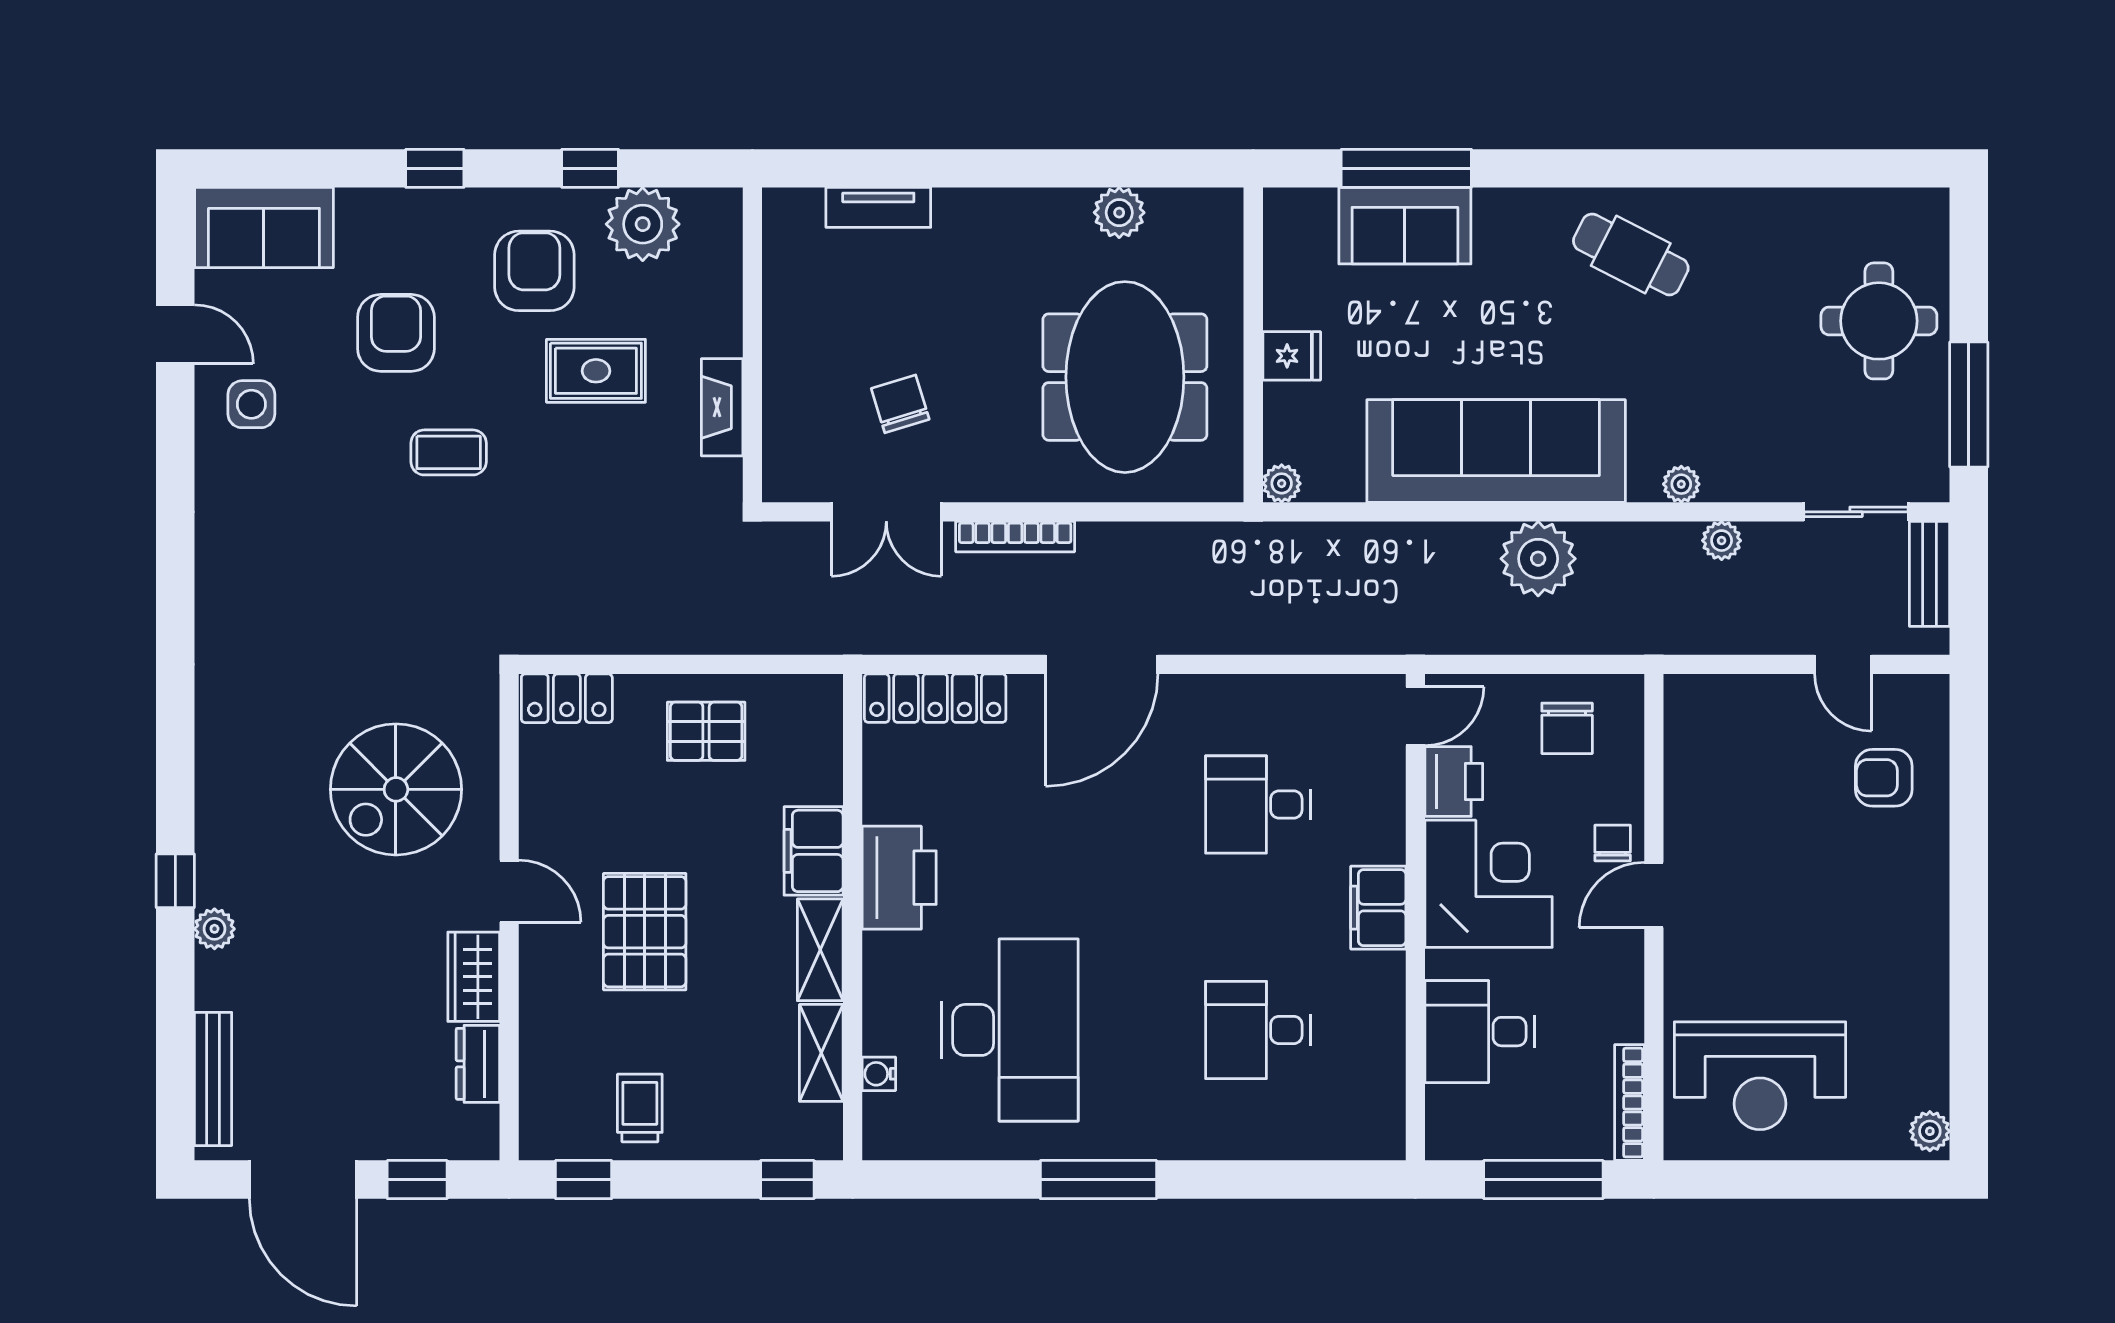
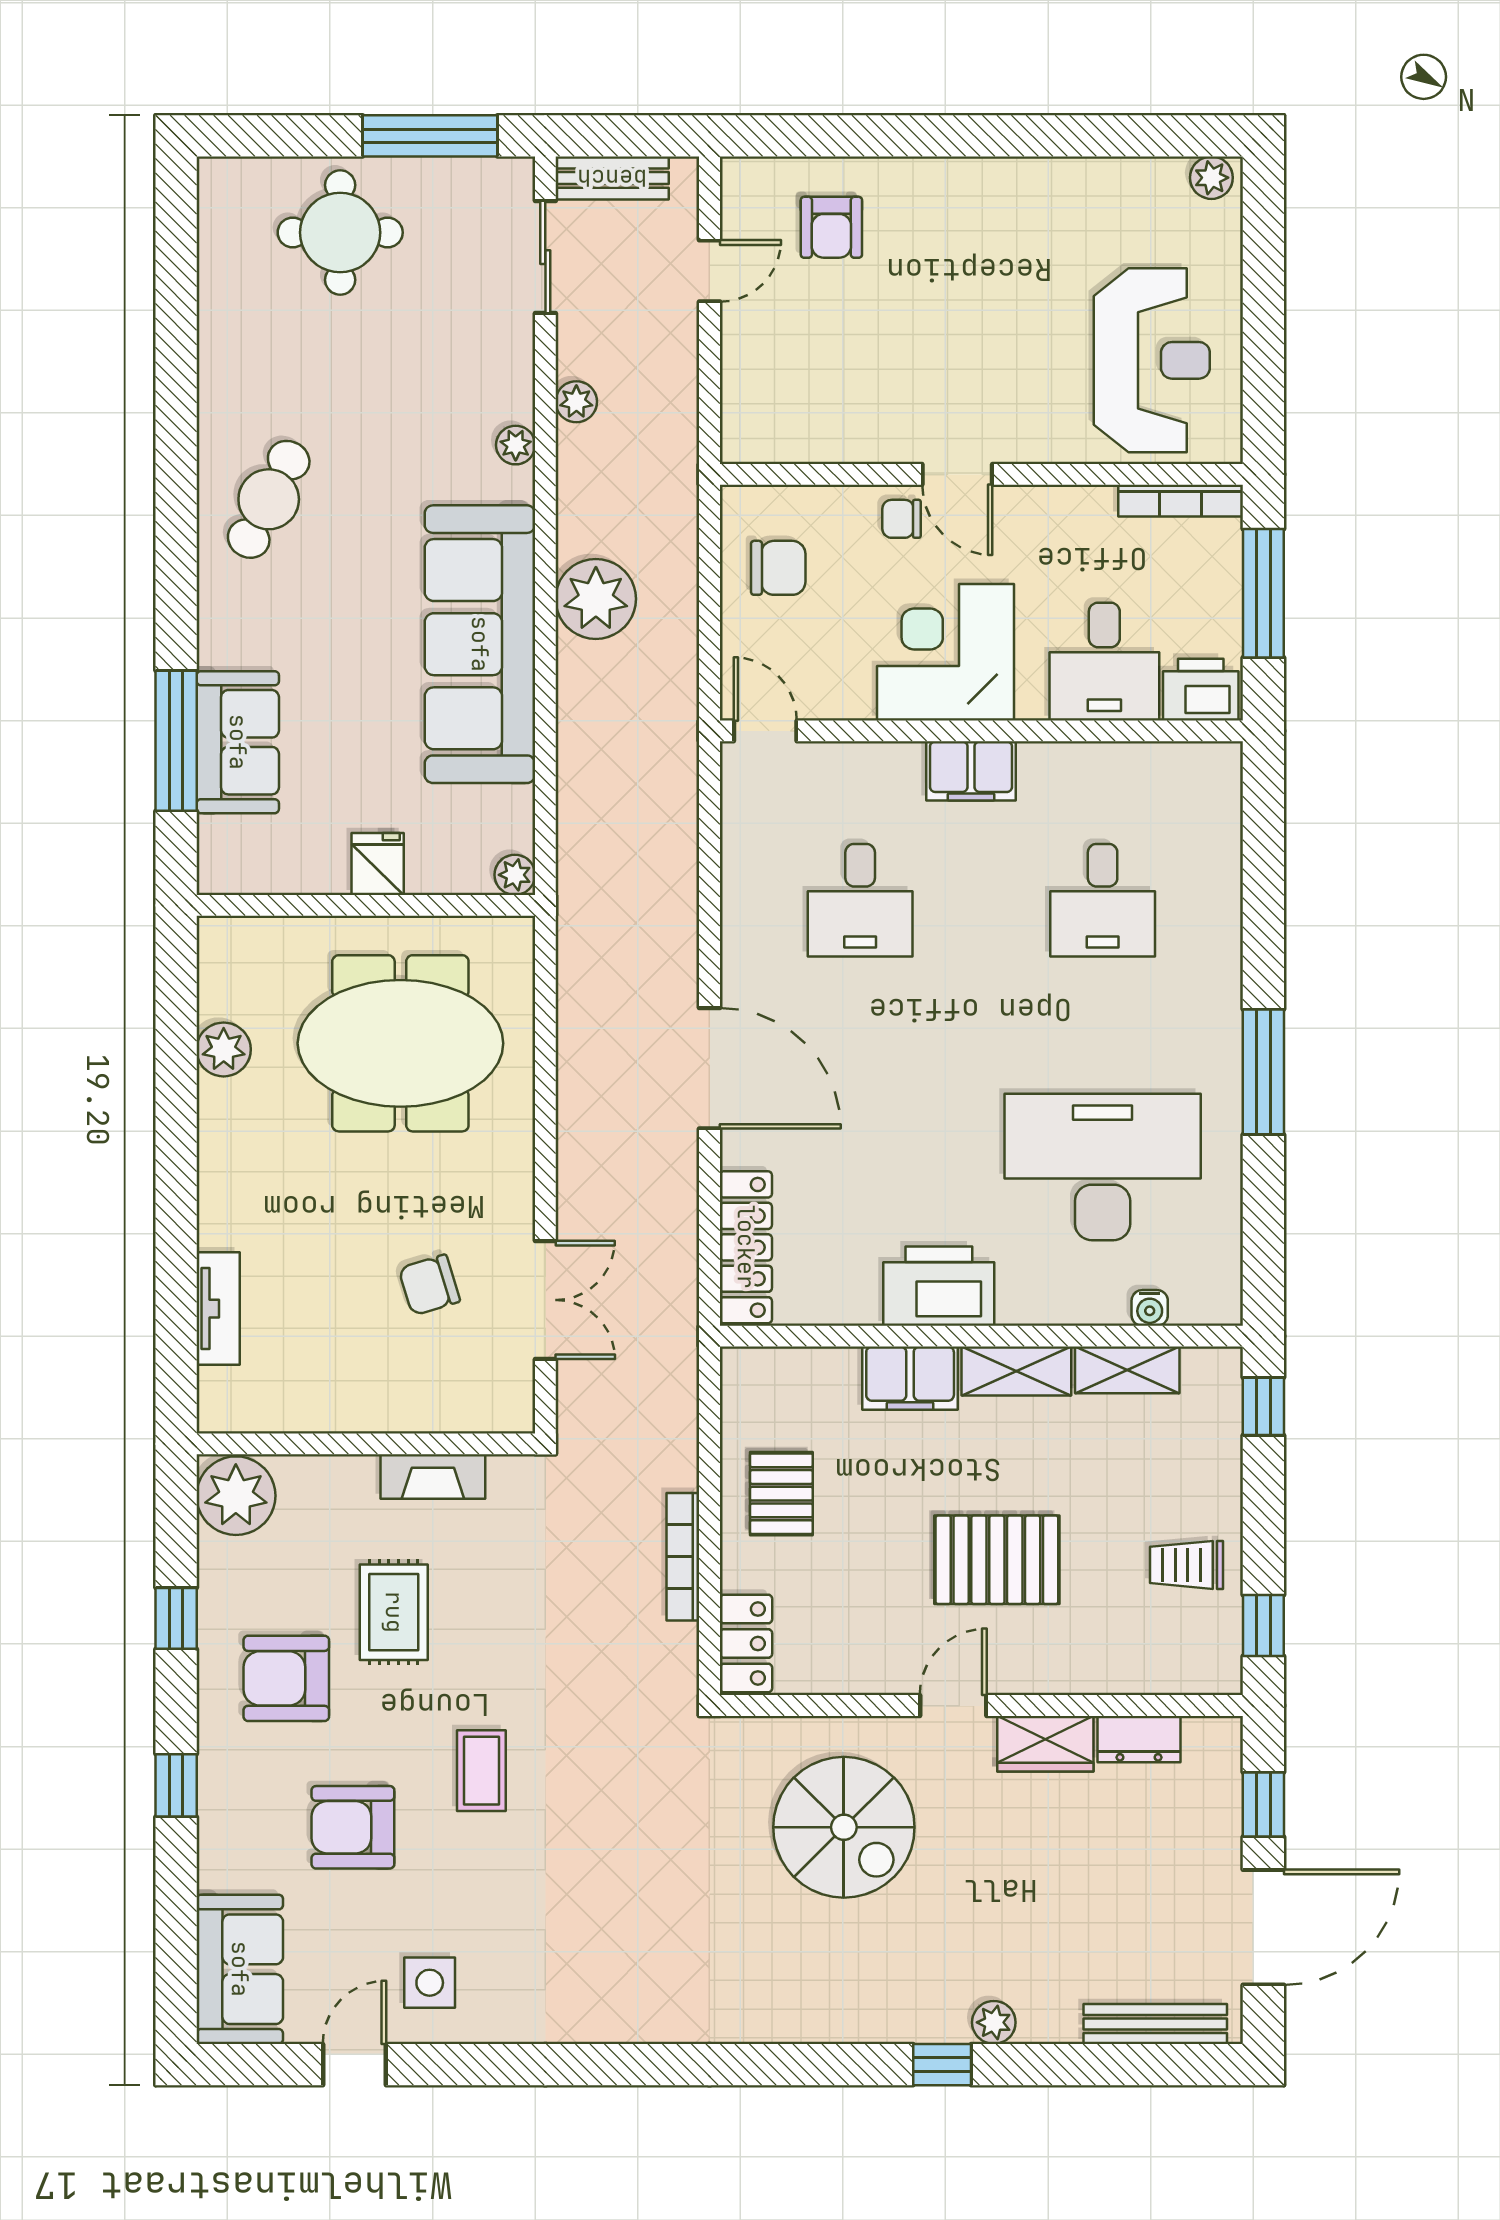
plant: (643, 224) -> (236, 1496), moved
bookcase: (1015, 537) -> (683, 1557), moved, turned 180
printer: (1454, 781) -> (1201, 690), moved

